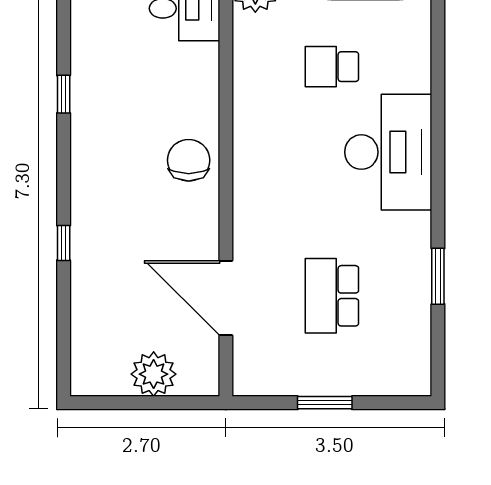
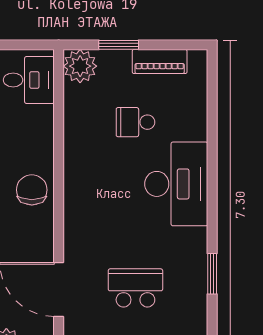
school desk: (332, 296) -> (135, 288), turned 90

